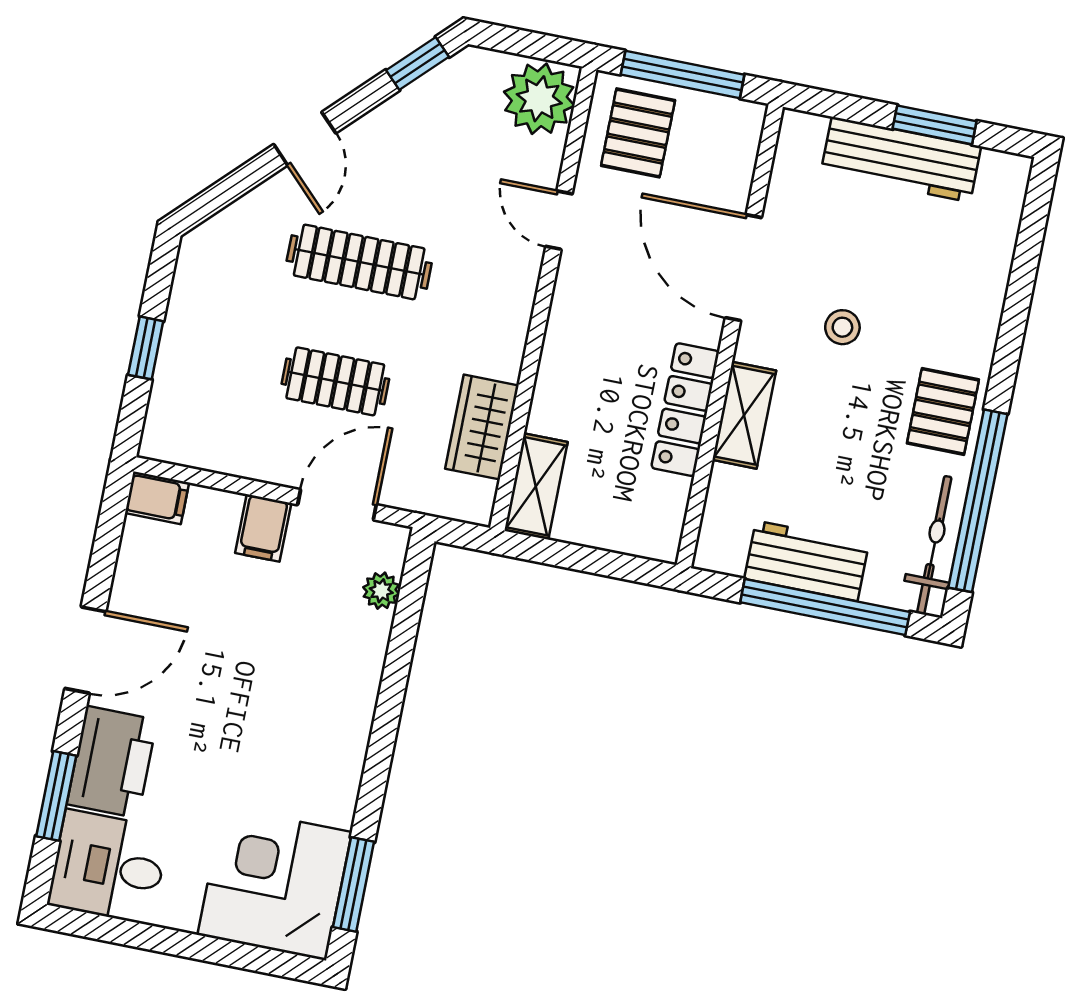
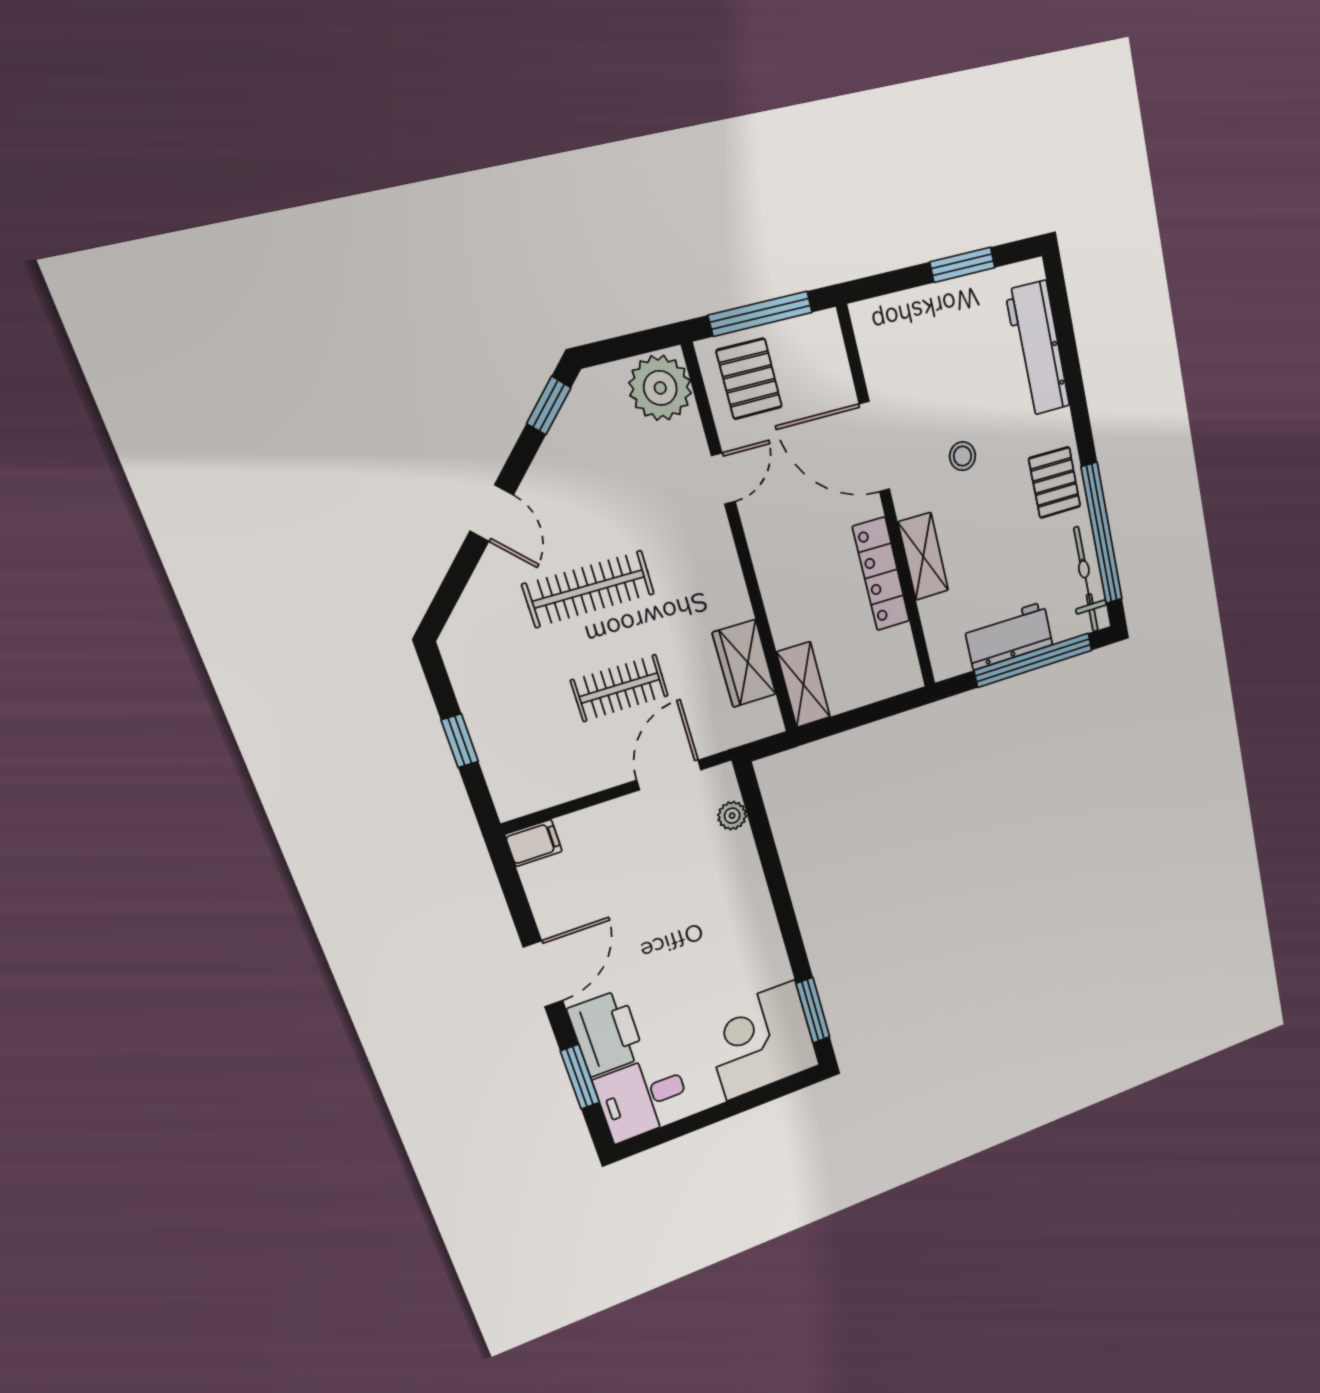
workbench: (901, 159) -> (1038, 349), moved, turned 90
door: (559, 220) -> (723, 479), swing flipped
filing cabinet: (263, 528) -> (624, 820), removed

